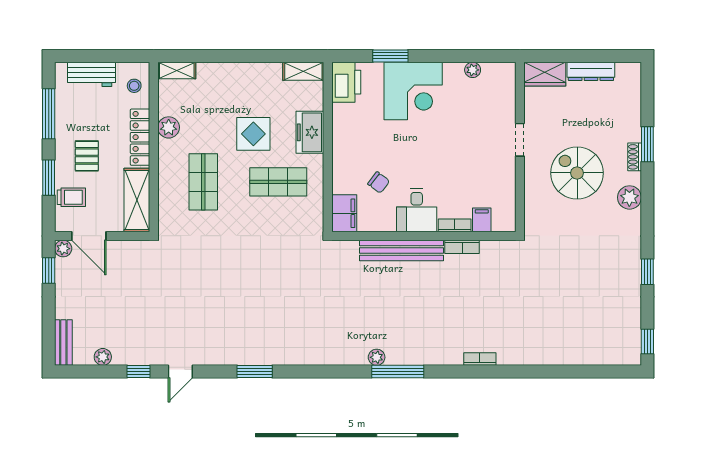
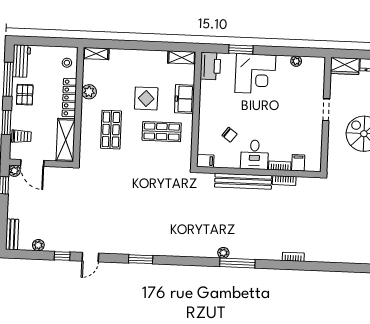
workbench: (92, 74) -> (21, 61), moved, turned -90
pallet: (87, 156) -> (25, 95), moved
filing cabinet: (344, 213) -> (205, 161), width x0.50

